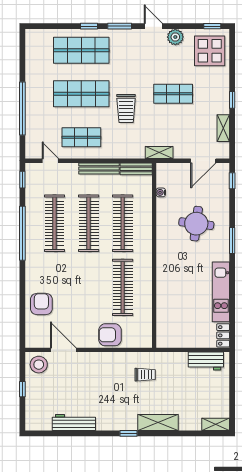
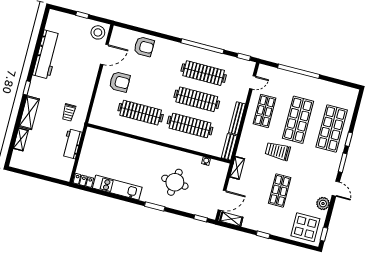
door: (153, 26) -> (336, 189), hinge flipped
shelving: (223, 128) -> (231, 219), moved
door: (203, 161) -> (222, 200), swing flipped
armchair: (110, 335) -> (120, 82), moved, turned 90
workbench: (206, 361) -> (72, 144), moved
workbench: (74, 423) -> (47, 54), width x1.36, depth x1.32
shelving: (216, 424) -> (21, 139), moved

